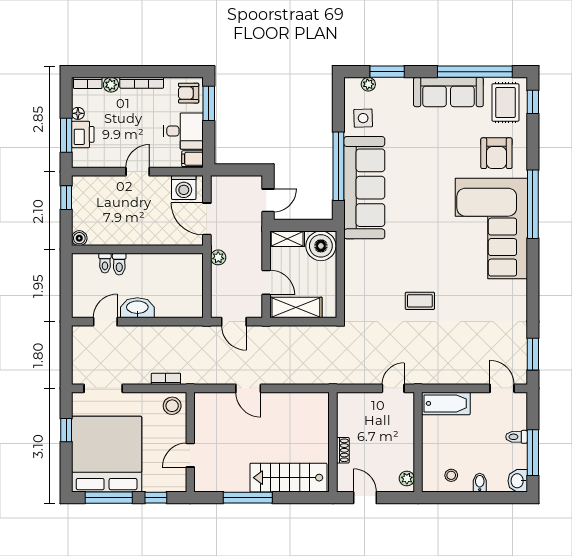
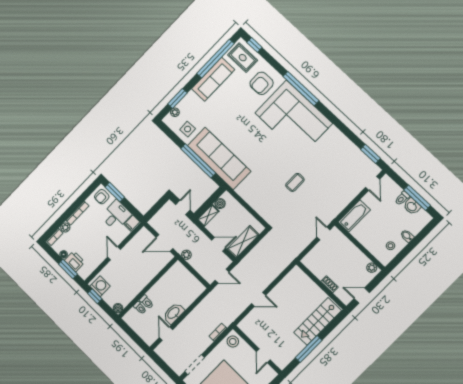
armchair: (496, 153) -> (262, 83), turned 90
washing machine: (184, 187) -> (100, 286), moved, turned -90
boiler: (321, 246) -> (220, 204), width x0.54, depth x0.54
door: (502, 388) -> (373, 183), swing flipped
washbasin: (518, 481) -> (412, 206), moved

